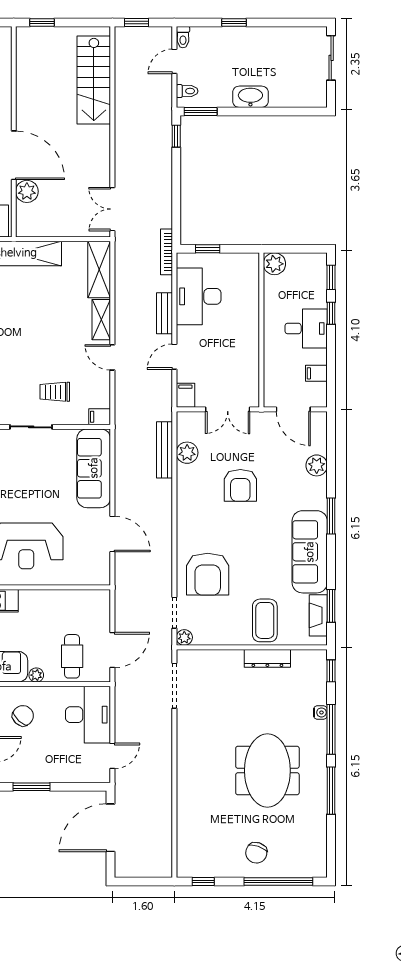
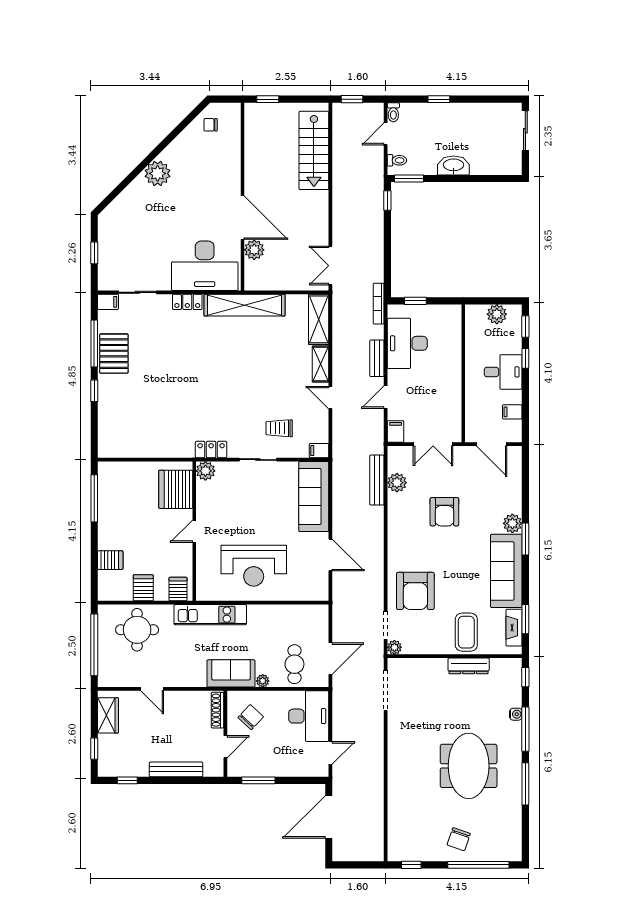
plant: (274, 264) -> (497, 314), moved
plant: (317, 465) -> (512, 523), moved

